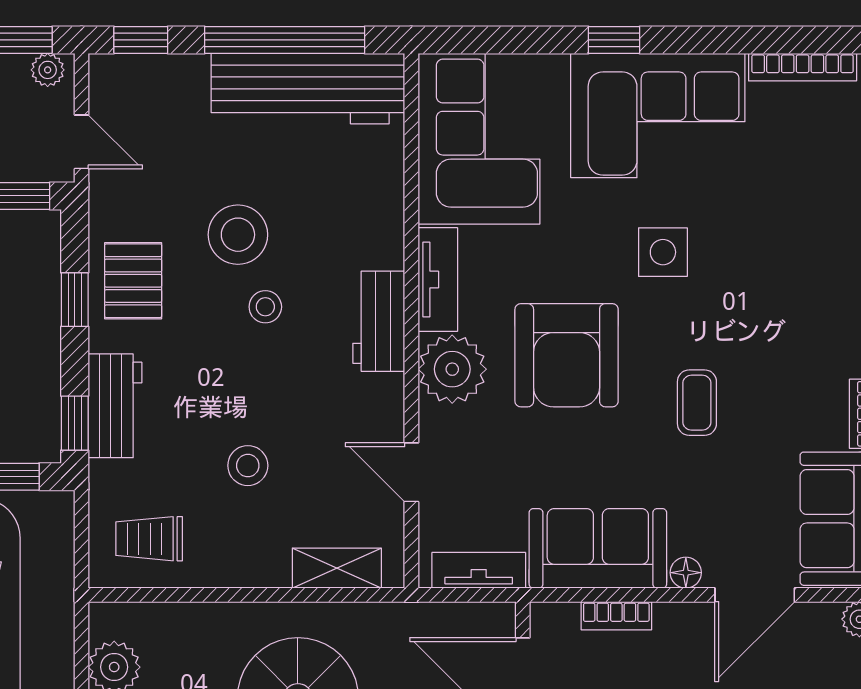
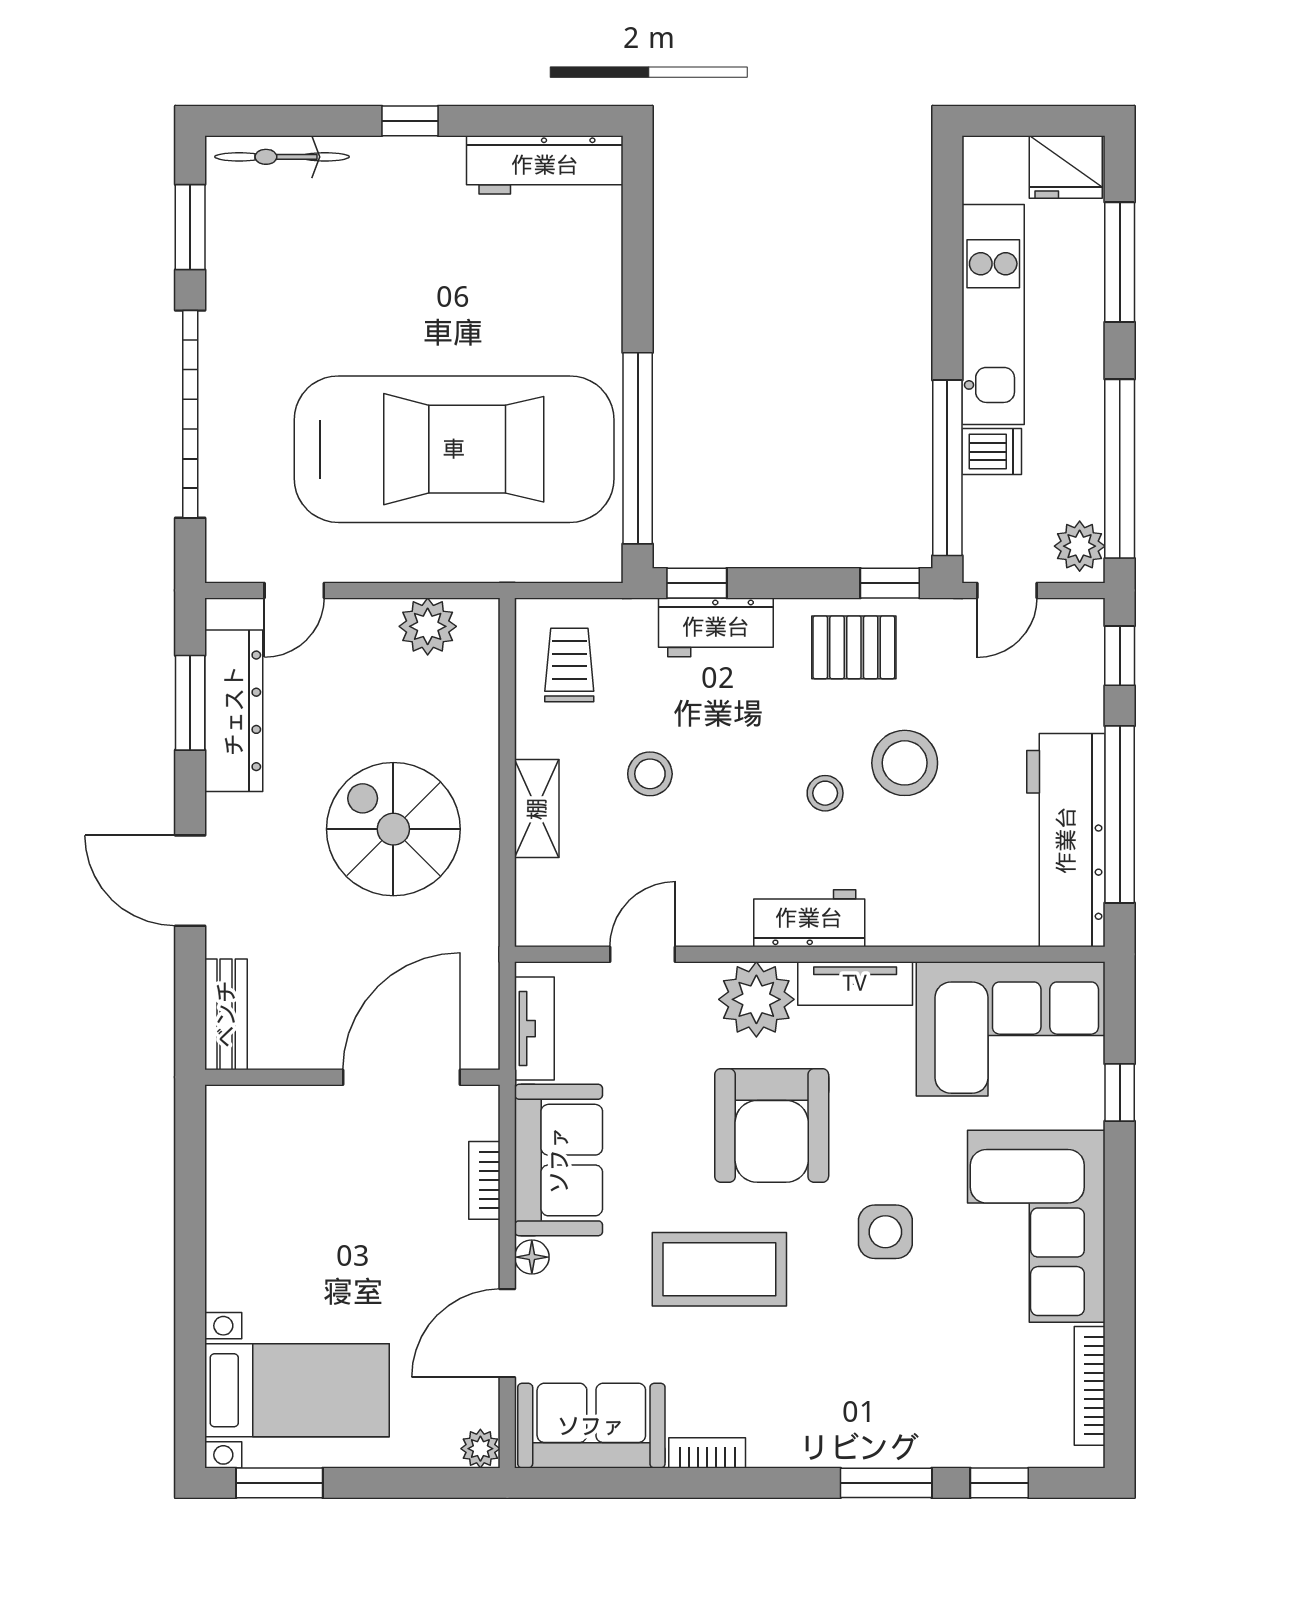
window: (614, 40) -> (1120, 1092), moved
plant: (48, 70) -> (1080, 546), width x1.38, depth x1.38
window: (75, 300) -> (890, 583), moved
armchair: (567, 355) -> (772, 1125), turned -90
coffee table: (697, 403) -> (719, 1269), width x1.86, depth x1.72
shelving: (337, 568) -> (537, 809), moved
door: (755, 595) -> (507, 1333), hinge flipped

